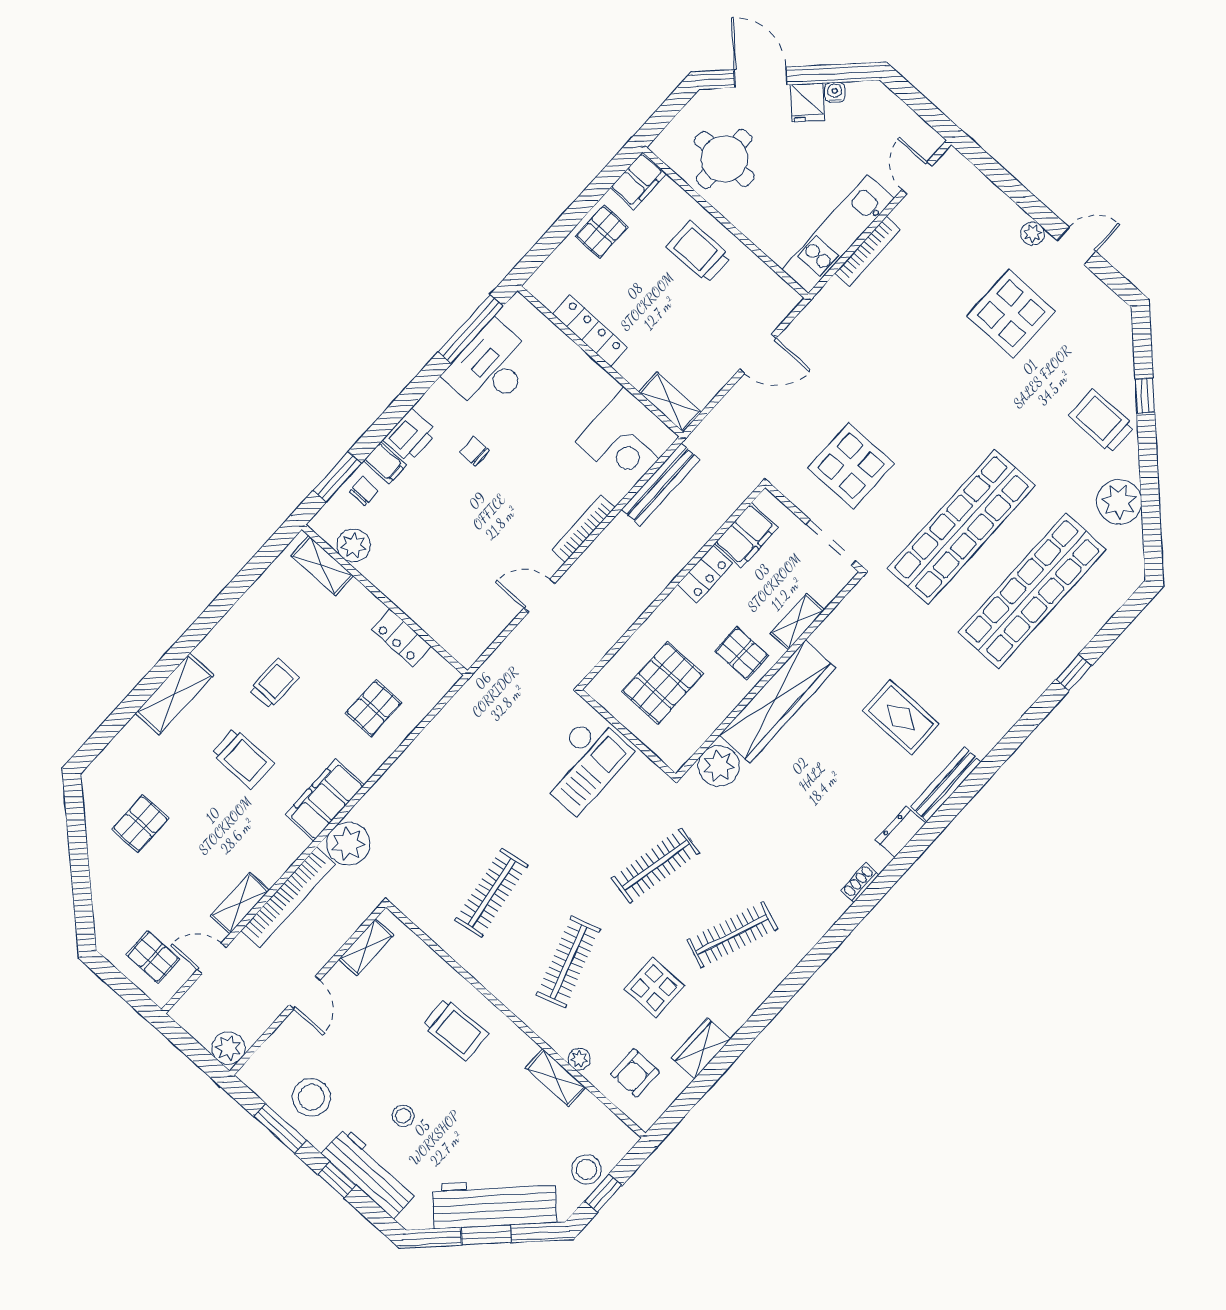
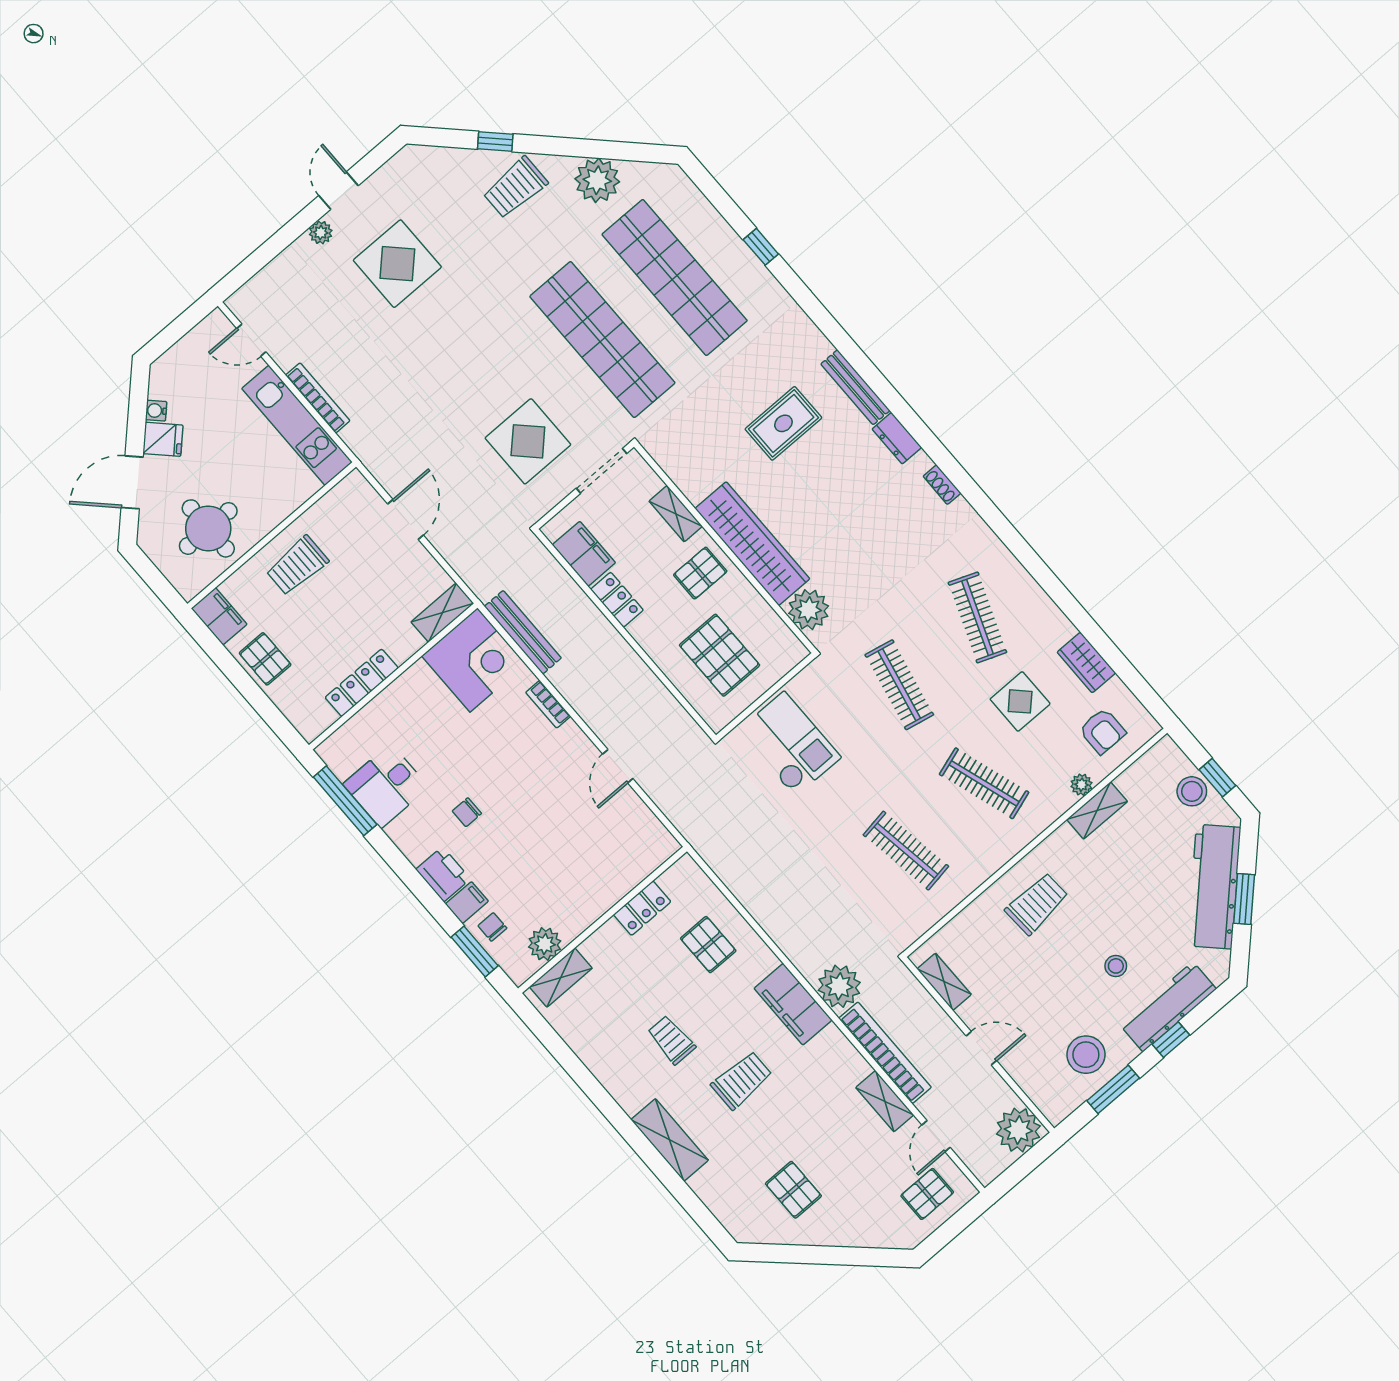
desk: (491, 368) -> (386, 786), width x0.73
bookcase: (583, 529) -> (548, 704), width x0.64
plant: (228, 1048) -> (1018, 1130), width x1.36, depth x1.36

